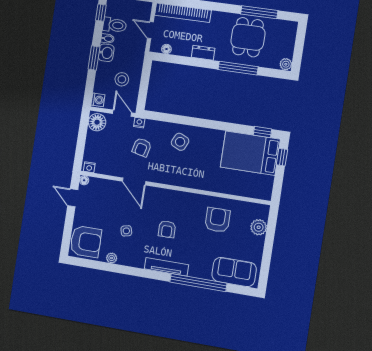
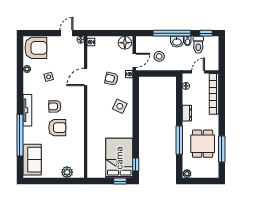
dining table: (248, 37) -> (203, 144), turned 90
window: (94, 58) -> (172, 33), width x2.11
washing machine: (98, 100) -> (141, 41), removed
armchair: (217, 220) -> (57, 128), moved
armchair: (86, 242) -> (36, 48), turned -90

